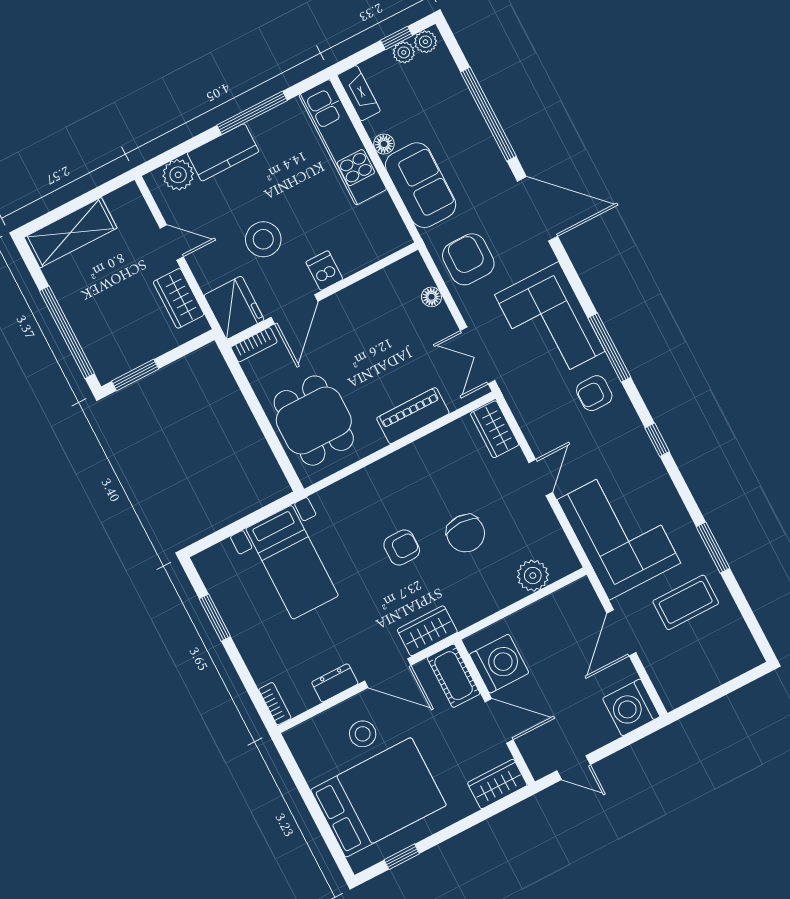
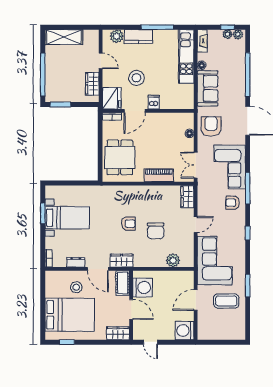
bed with nightstands: (292, 562) -> (67, 218), moved, turned -90

